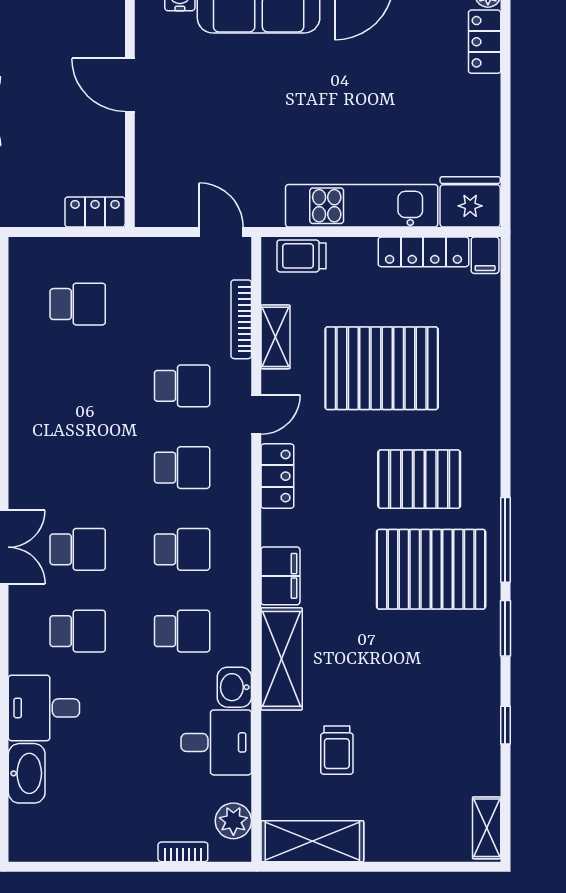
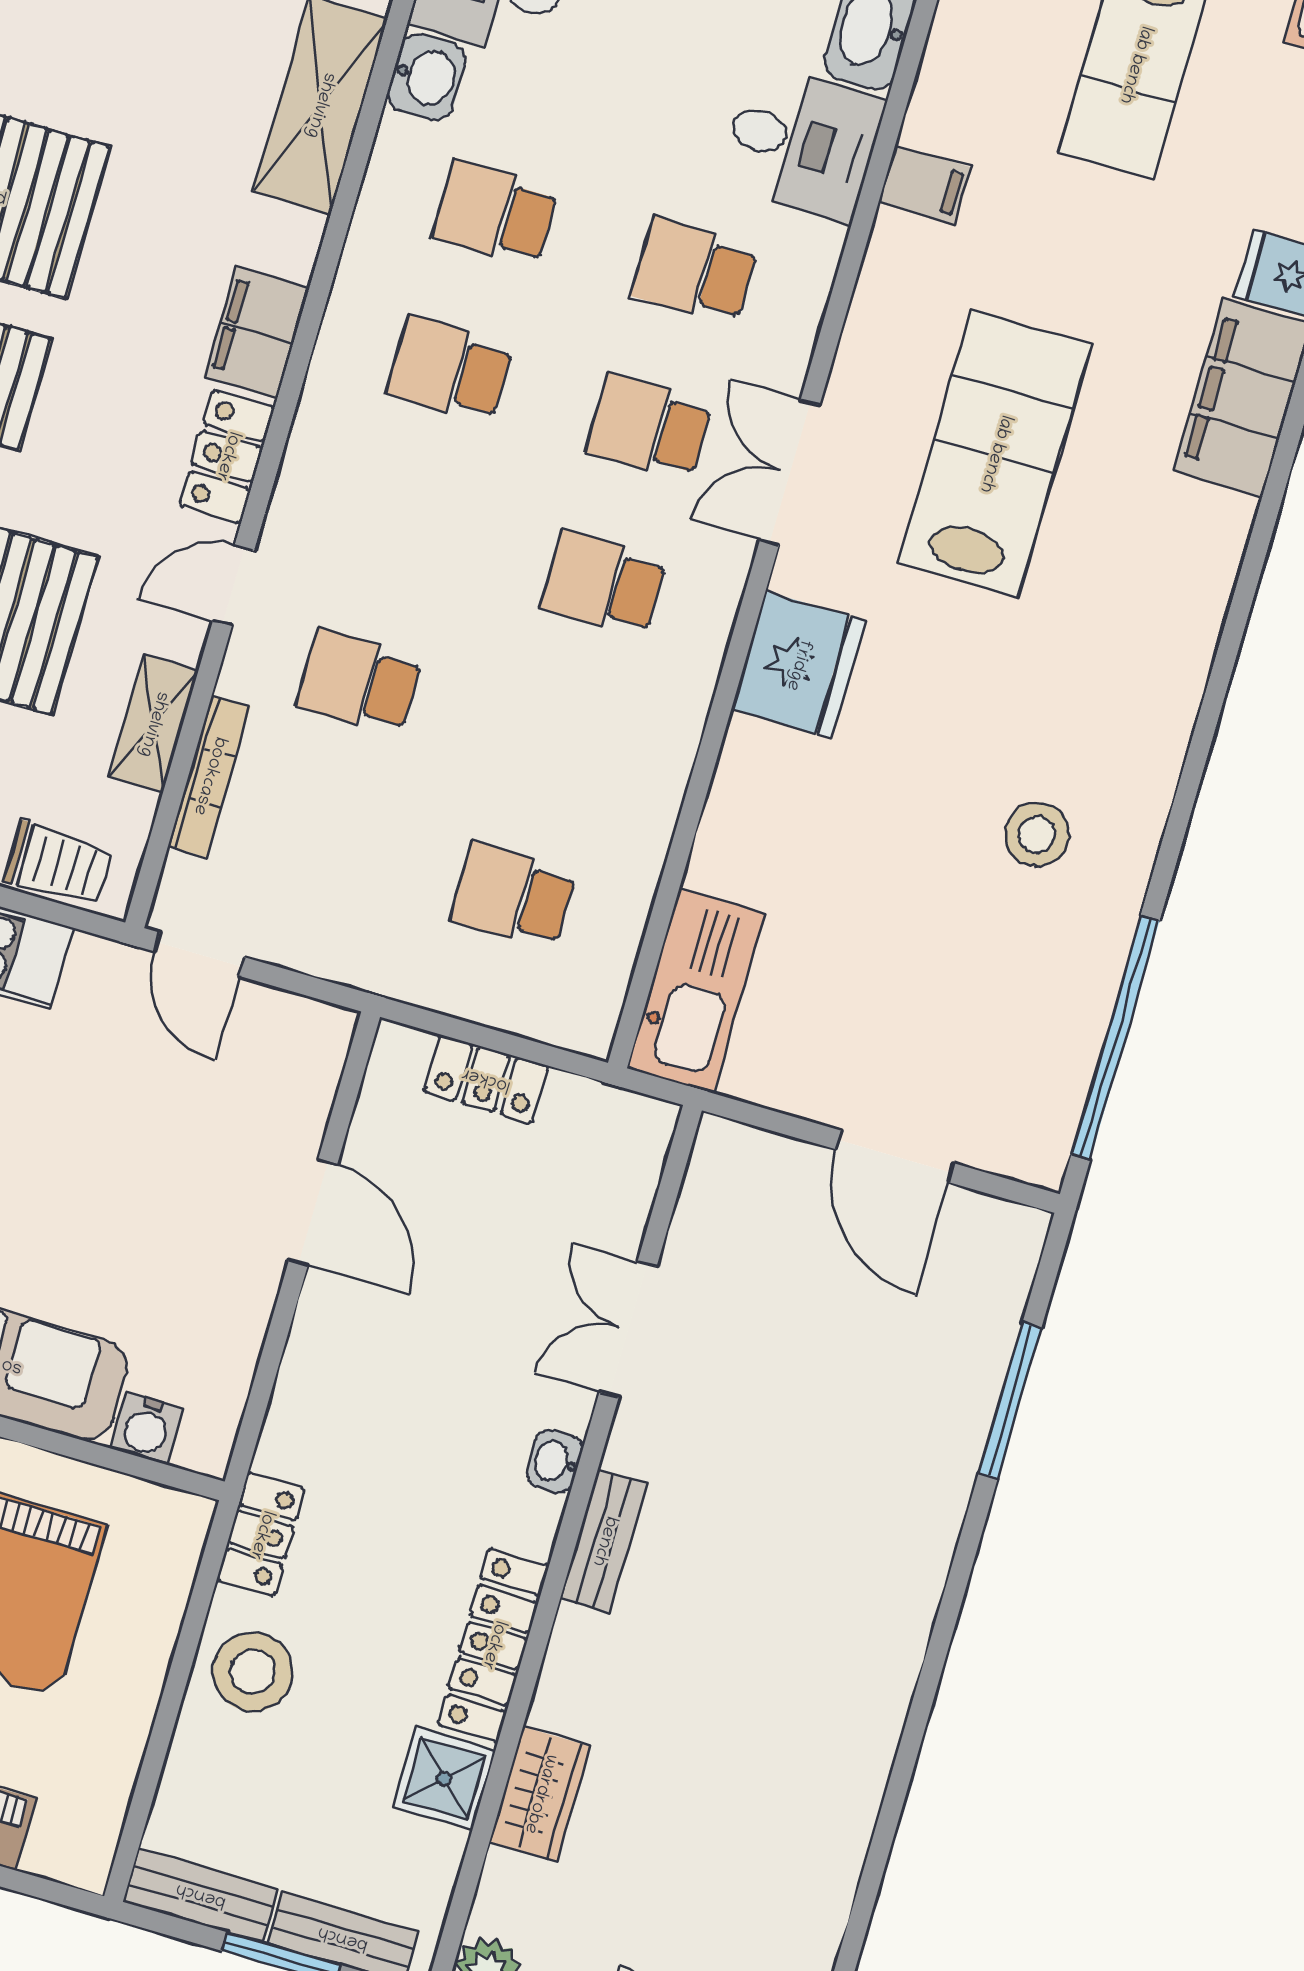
door: (130, 85) -> (313, 1212), moved
locker: (95, 212) -> (486, 1079), moved
school desk: (182, 468) -> (604, 584), moved
filing cabinet: (280, 576) -> (257, 332), moved

